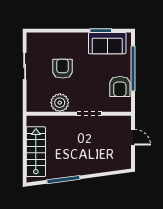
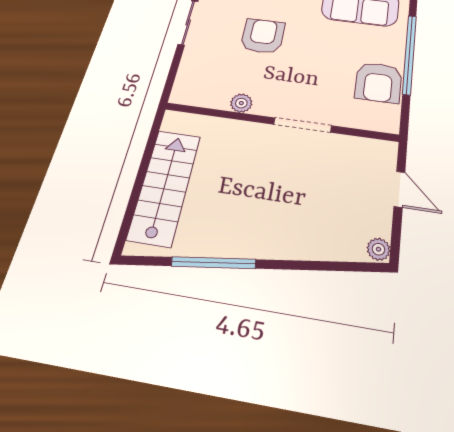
plant: (60, 103) -> (241, 103), width x0.53, depth x0.53
plant: (127, 164) -> (379, 249), added

